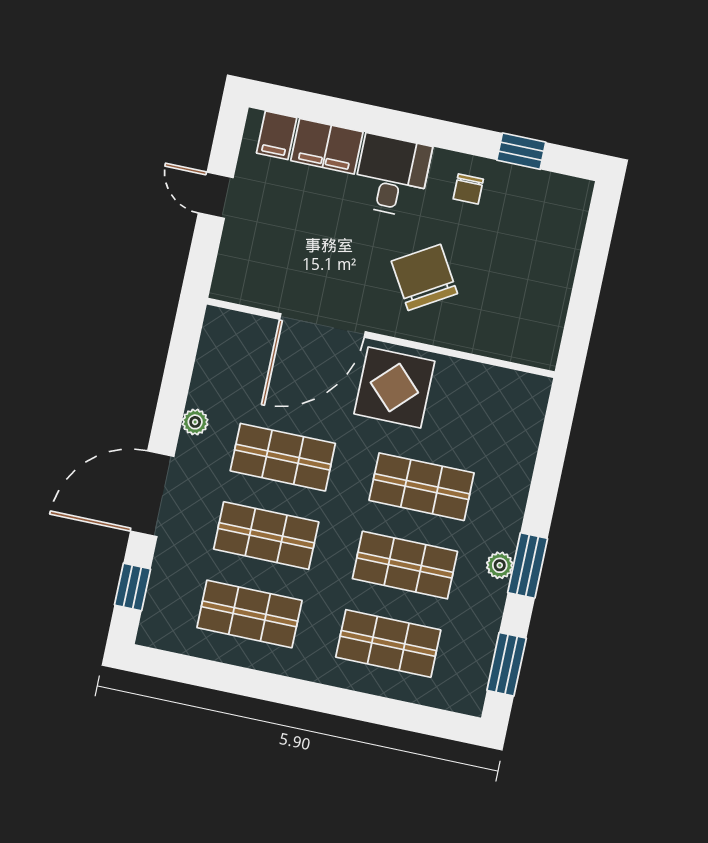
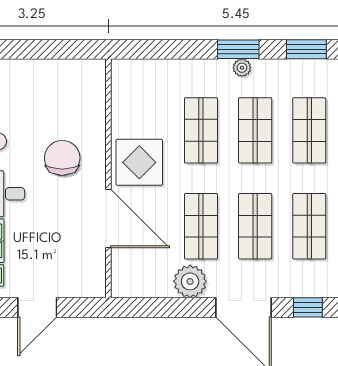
door: (216, 195) -> (37, 307), width x1.38
chair: (424, 277) -> (62, 158), turned 121
plant: (195, 422) -> (190, 281), width x1.88, depth x1.88

